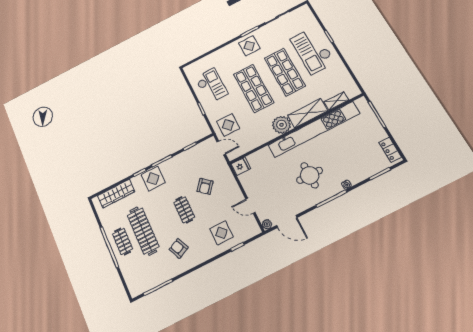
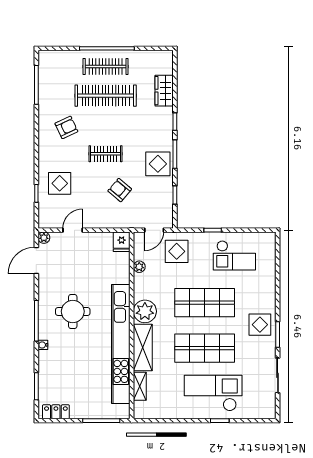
plant: (252, 145) -> (139, 267), added
display table: (153, 179) -> (158, 164), moved
wardrobe: (116, 194) -> (164, 91), width x0.67
clothes rail: (123, 241) -> (106, 66), width x1.36

